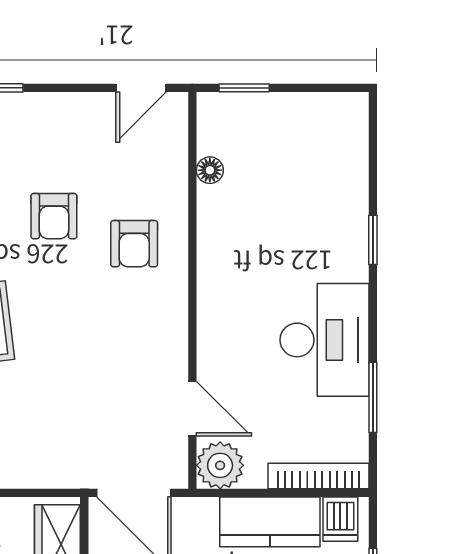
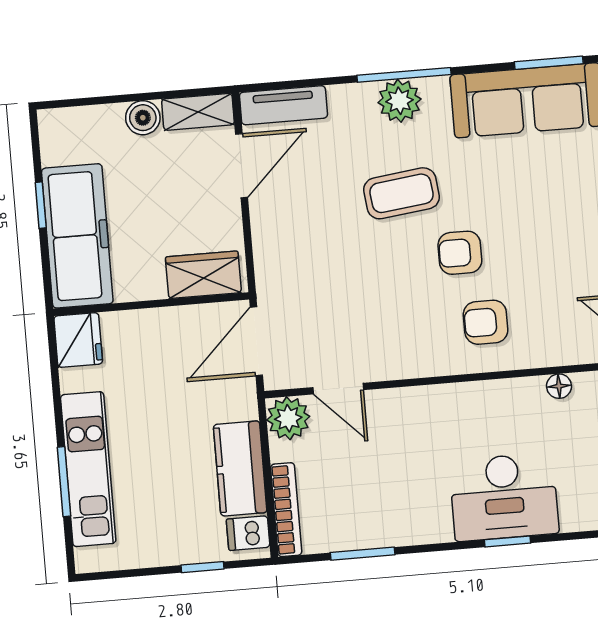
armchair: (54, 216) -> (460, 253), moved
desk: (324, 340) -> (504, 497), moved
door: (192, 409) -> (338, 389), hinge flipped

